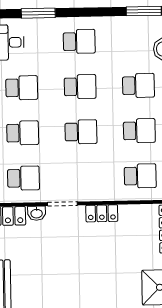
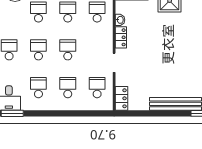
washbasin: (37, 213) -> (120, 20), moved

